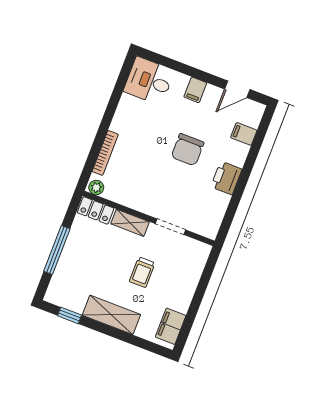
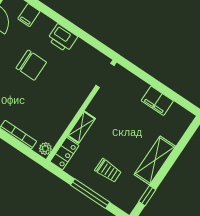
doorway: (171, 227) -> (105, 75), moved
trolley: (142, 272) -> (108, 171), moved
filing cabinet: (171, 326) -> (157, 101), moved

